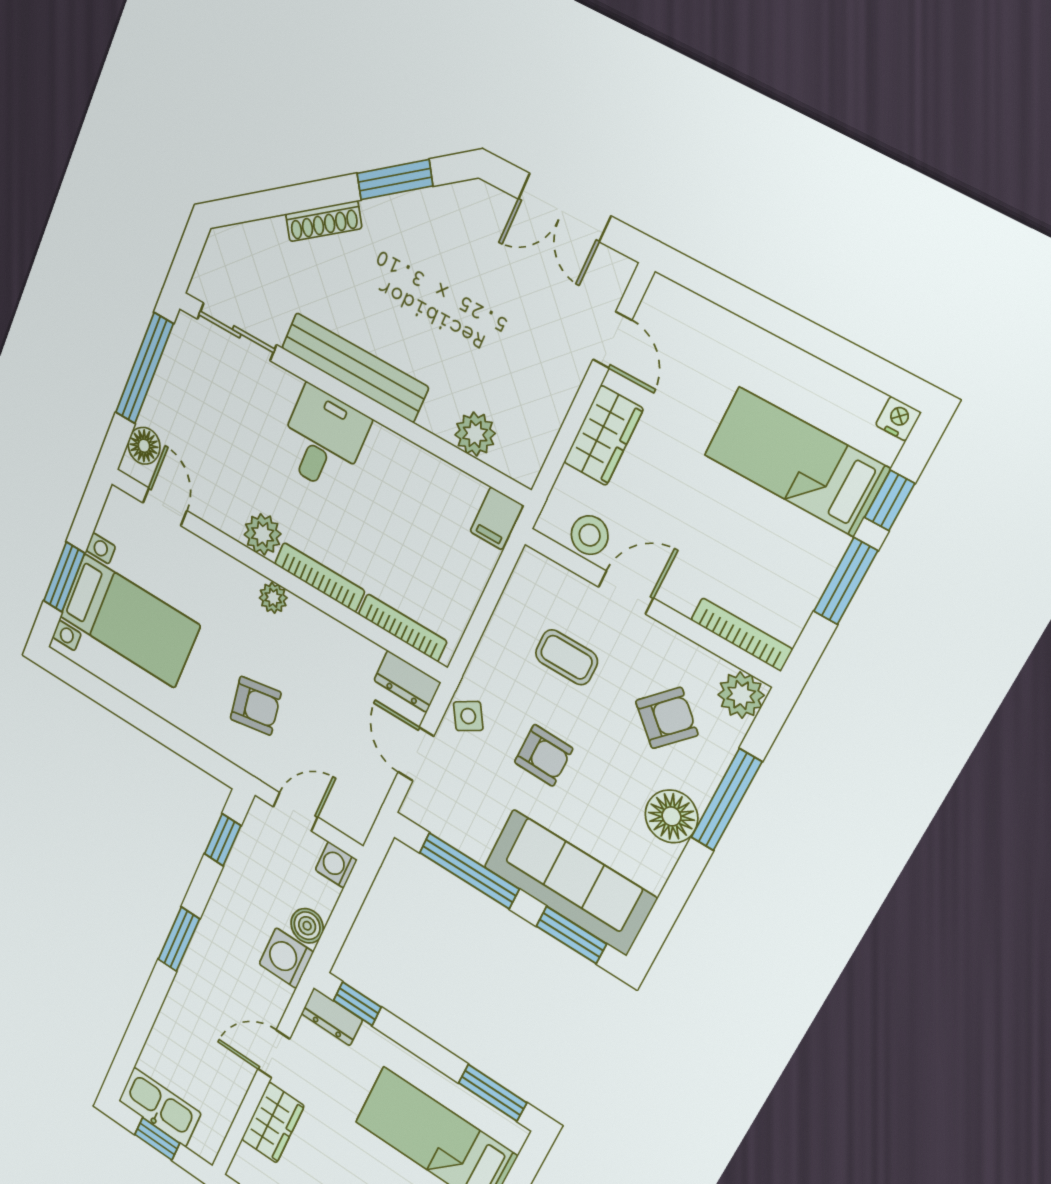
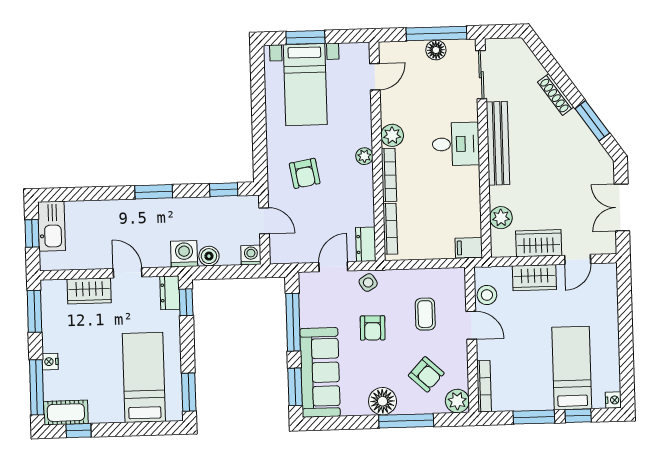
wardrobe: (550, 394) -> (539, 243), added
floor lamp: (144, 446) -> (436, 50), moved

